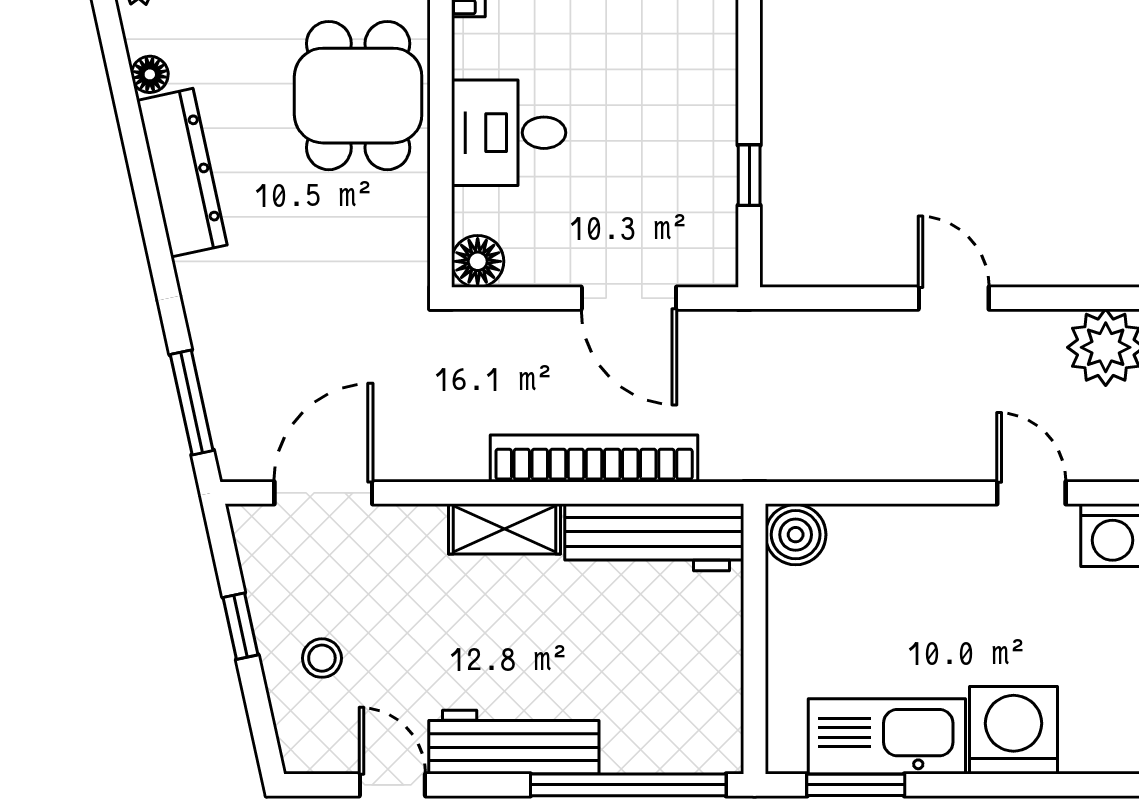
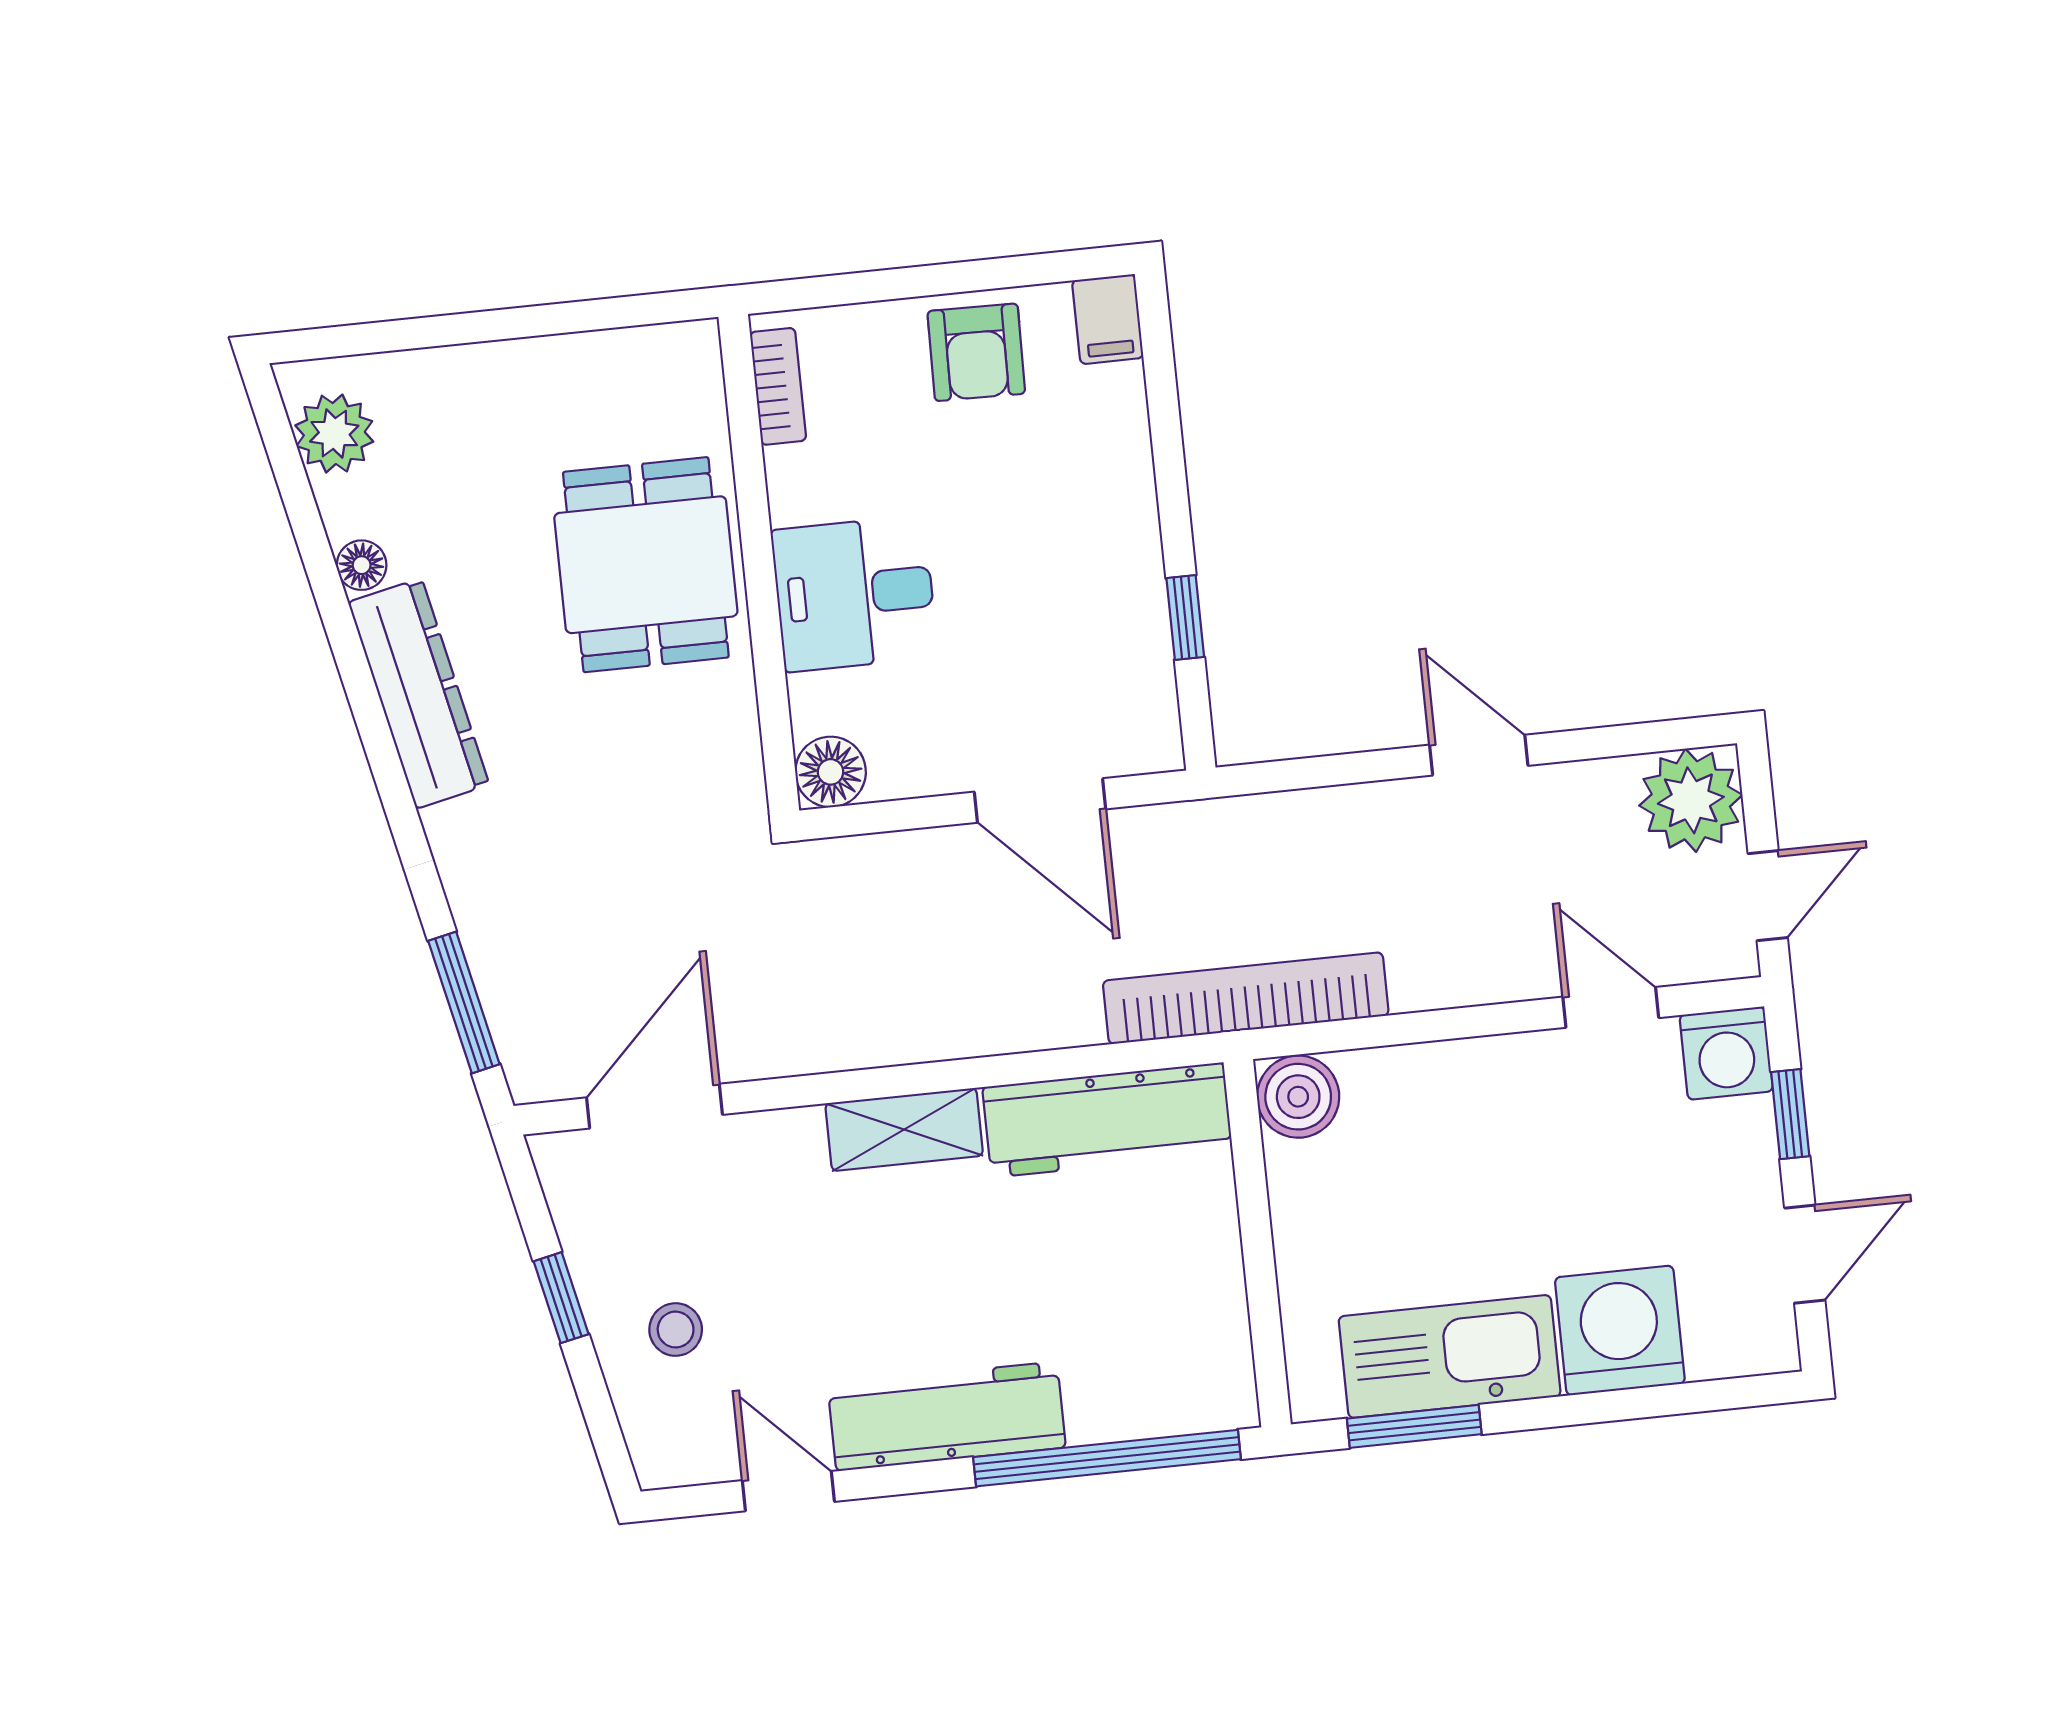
bookcase: (594, 459) -> (1246, 998), moved

